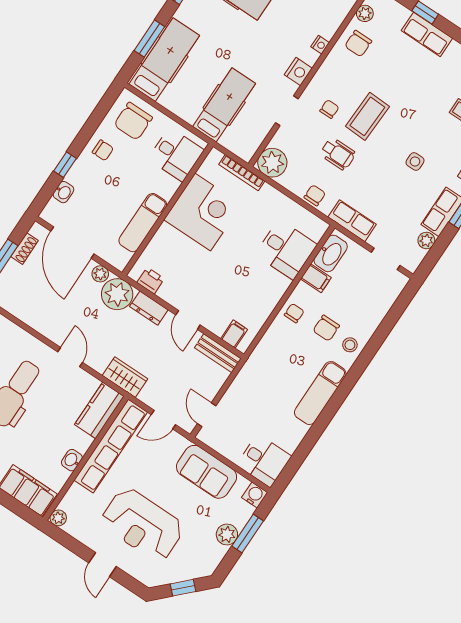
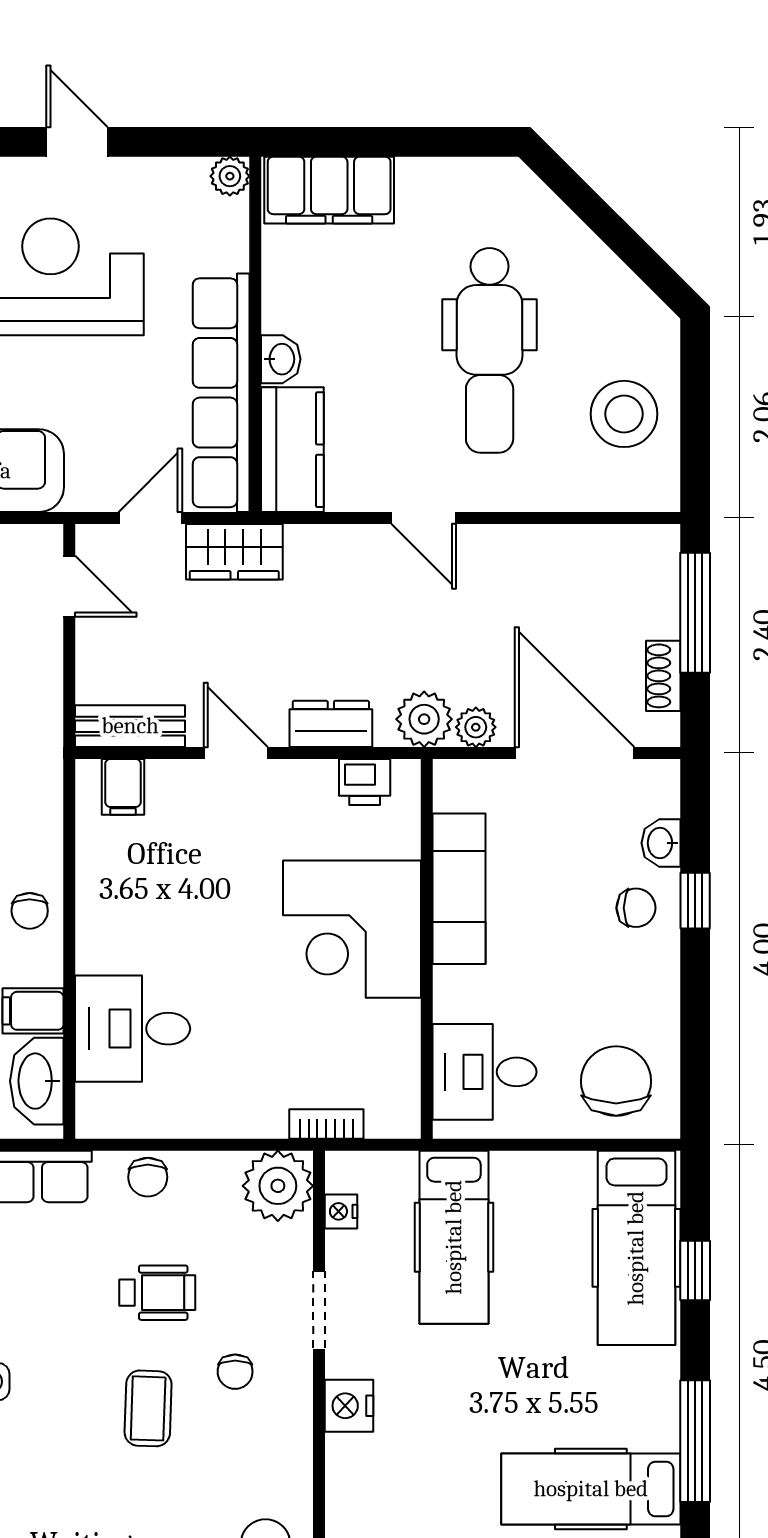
window: (149, 39) -> (695, 1270), width x0.67
nightstand: (320, 45) -> (341, 1211), moved
coffee table: (367, 116) -> (148, 1408), width x0.73, depth x0.77
chair: (103, 150) -> (636, 908), moved, turned 180
wheelchair: (338, 154) -> (157, 1293), turned 180
bookcase: (242, 173) -> (326, 1124), width x0.64
corner desk: (203, 212) -> (352, 929), moved
plant: (117, 294) -> (424, 719), width x0.73, depth x0.73
wardrobe: (125, 377) -> (234, 552), moved
washbasin: (72, 460) -> (281, 359), moved

